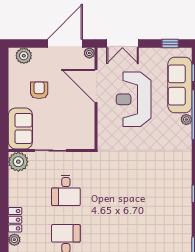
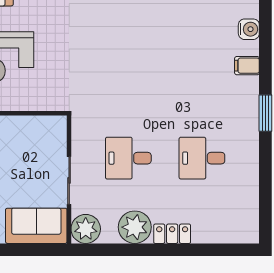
desk: (66, 190) -> (128, 158), turned 180
plant: (14, 240) -> (135, 227), moved, width x1.88, depth x1.88

